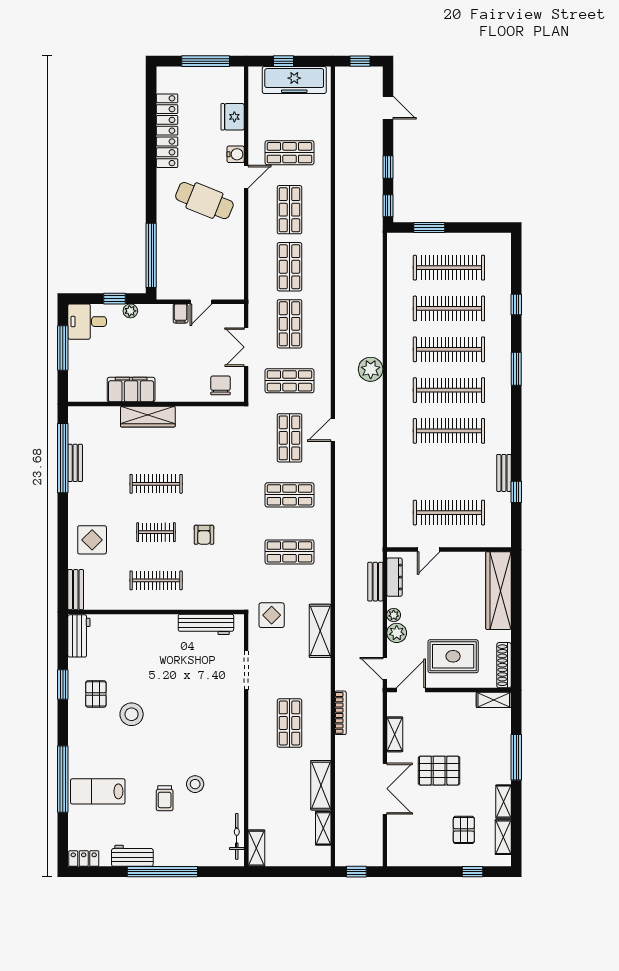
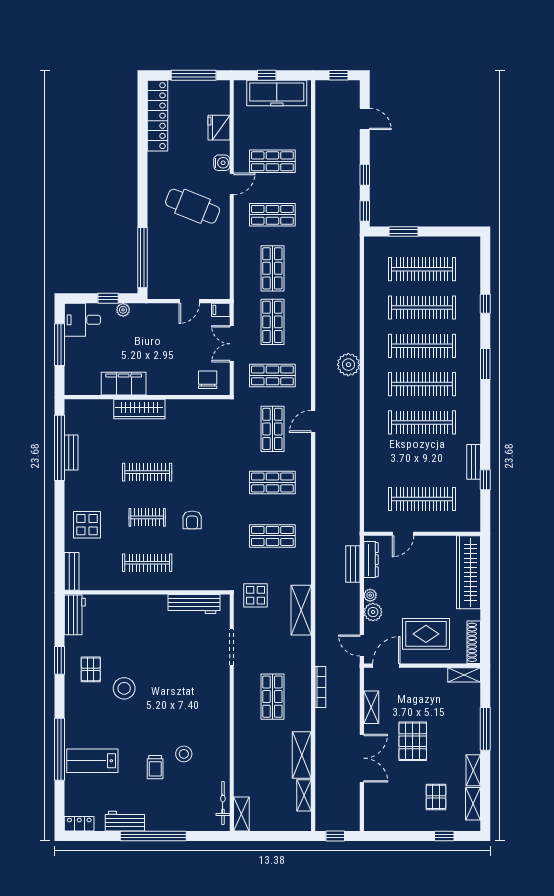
locker: (167, 131) -> (157, 116), moved
shop shelf: (289, 210) -> (272, 215), turned 90
filing cabinet: (181, 313) -> (221, 310), moved, turned 90
pallet: (439, 771) -> (413, 741), turned 90

